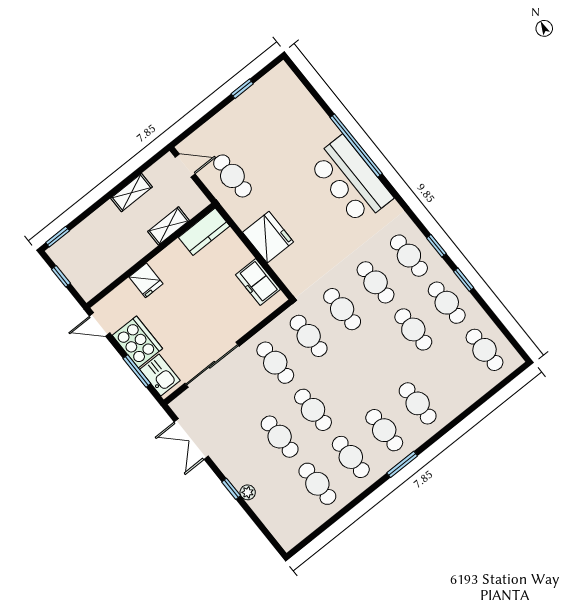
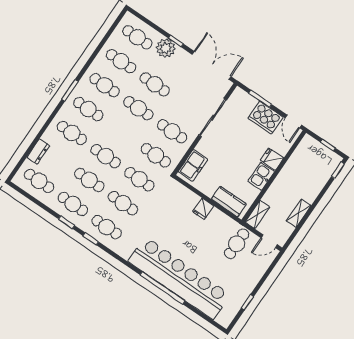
cafe table: (232, 176) -> (237, 244), turned 90
bar counter: (351, 180) -> (179, 278), width x1.86
shelving: (169, 226) -> (257, 215), moved
kitchen counter: (204, 232) -> (229, 202), moved, turned 90
fridge: (268, 237) -> (203, 209), width x0.53, depth x0.75
freezer: (258, 282) -> (193, 165), moved, turned 90
door: (100, 325) -> (293, 121), swing flipped
cafe table: (380, 356) -> (106, 156), added
kitchen sink: (160, 375) -> (261, 176), moved, turned 90
dresser: (473, 392) -> (38, 152), added
double door: (191, 439) -> (212, 65), width x1.37
plant: (248, 492) -> (166, 48), width x1.88, depth x1.88
cafe table: (284, 511) -> (137, 37), added

